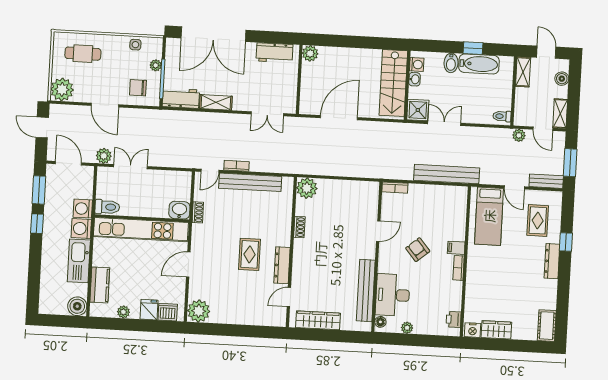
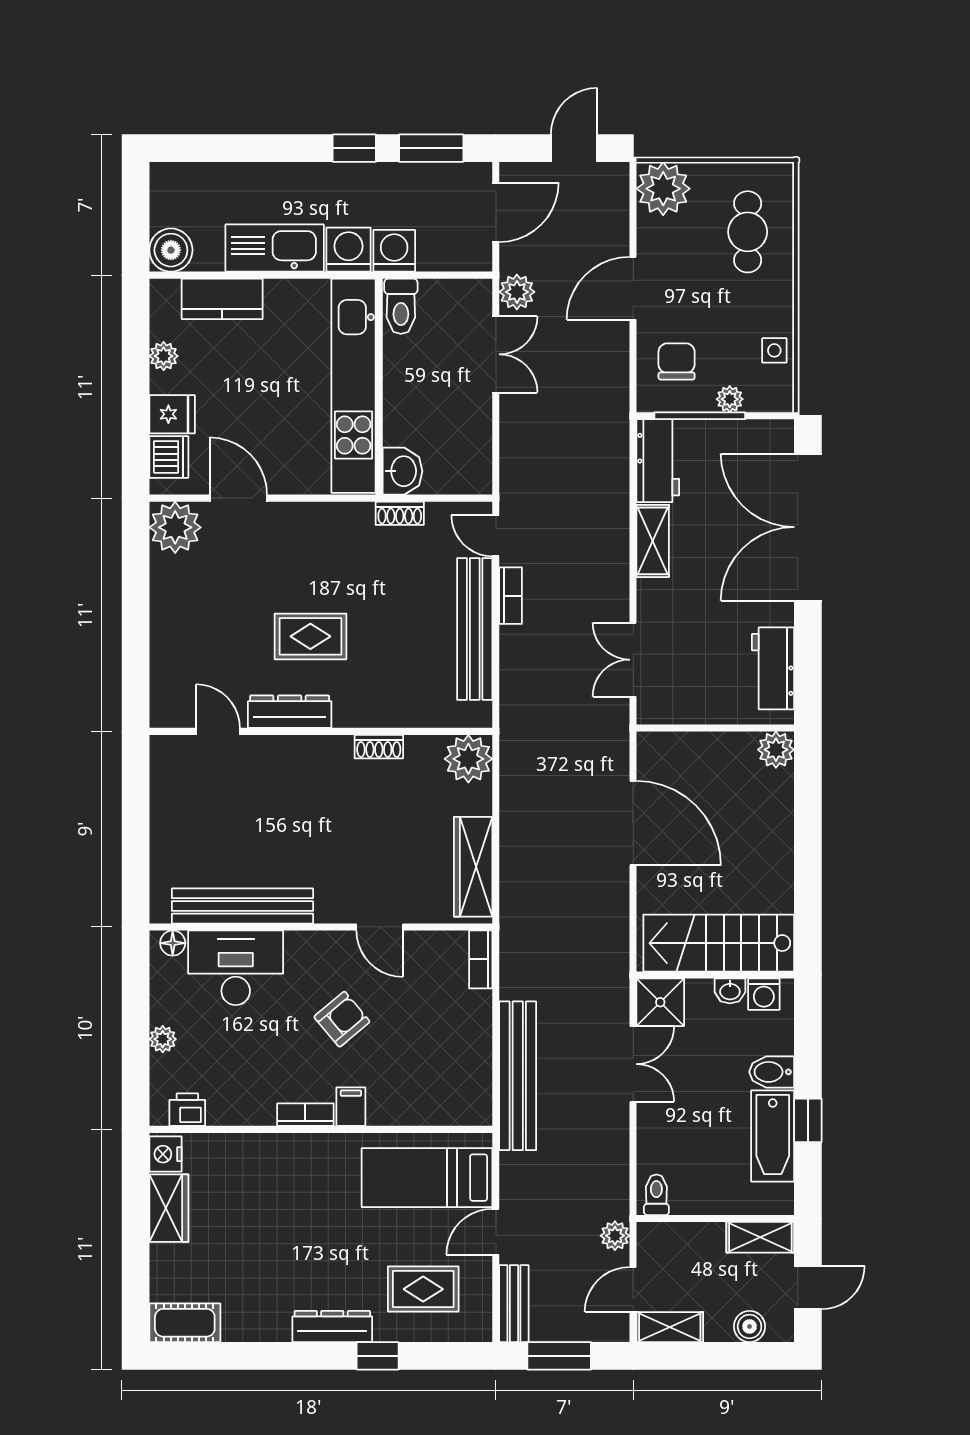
door: (188, 264) -> (238, 498), moved
wardrobe: (318, 320) -> (473, 867), moved, turned 180
plant: (407, 328) -> (163, 1039), moved

